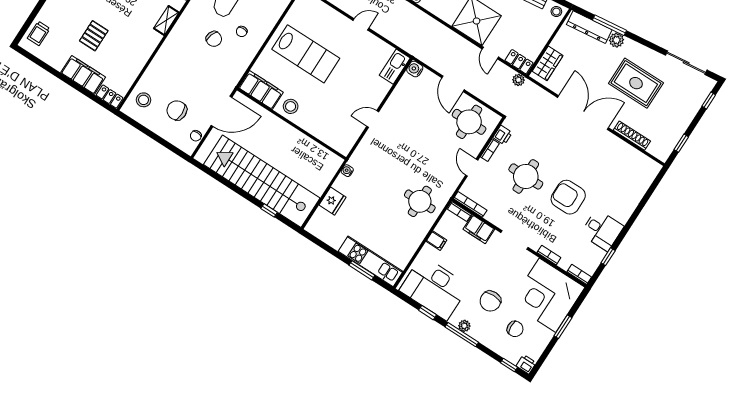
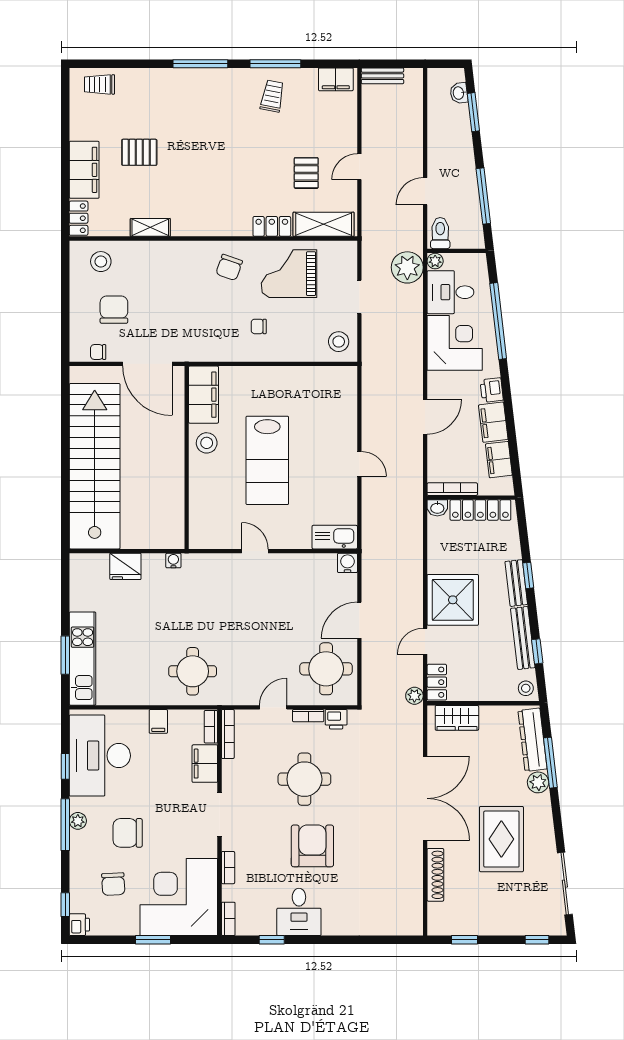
shelving: (166, 20) -> (150, 227), moved
chair: (214, 39) -> (229, 267), moved
lab bench: (306, 54) -> (267, 460), moved
window: (269, 210) -> (65, 498), removed

